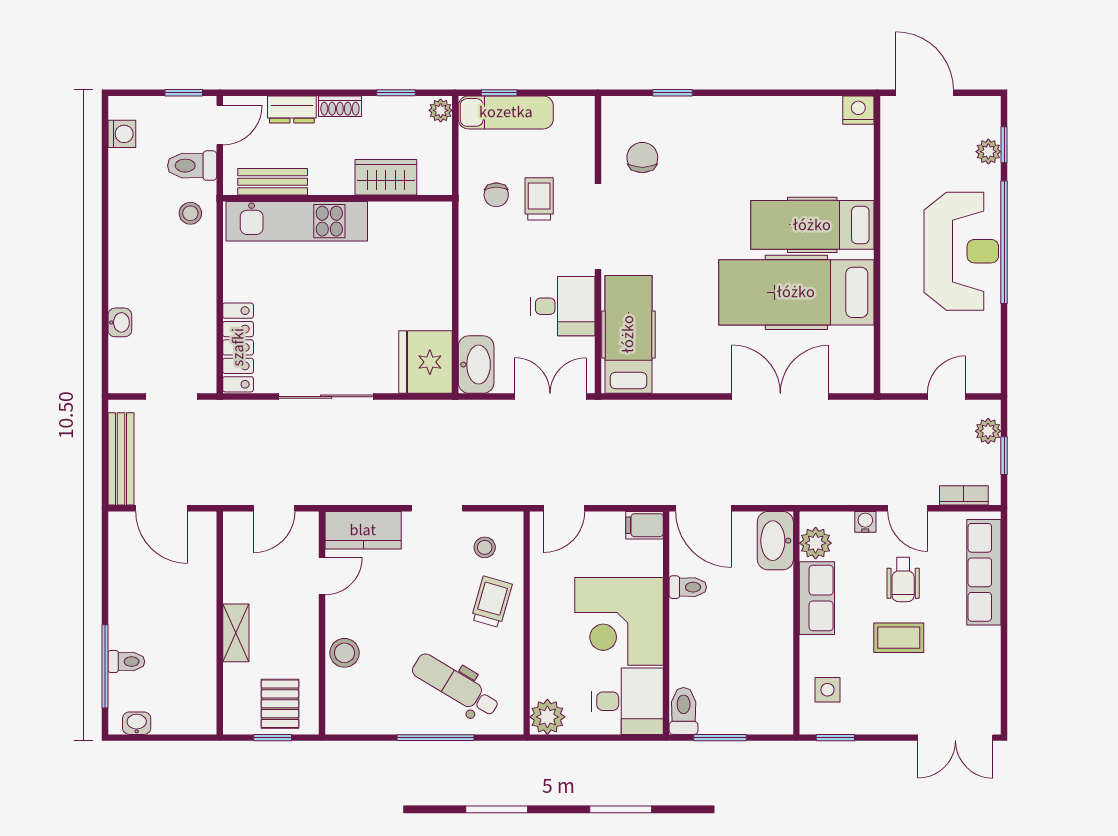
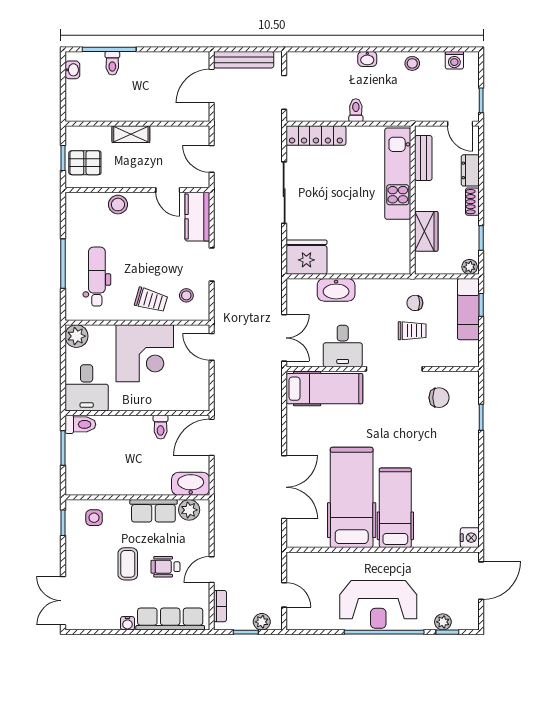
toilet: (192, 166) -> (356, 110), moved, width x0.73, depth x0.72
stool: (190, 213) -> (412, 63), moved
washbasin: (120, 322) -> (367, 59), moved
washbasin: (476, 365) -> (336, 290), moved
water cooler: (865, 522) -> (127, 623), moved, turned 90
filing cabinet: (645, 525) -> (201, 399), removed
corner desk: (619, 621) -> (145, 353), moved, turned 180
dental chair: (456, 685) -> (97, 277), turned -31

